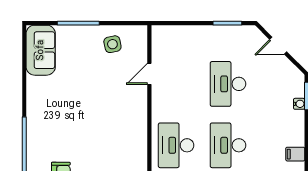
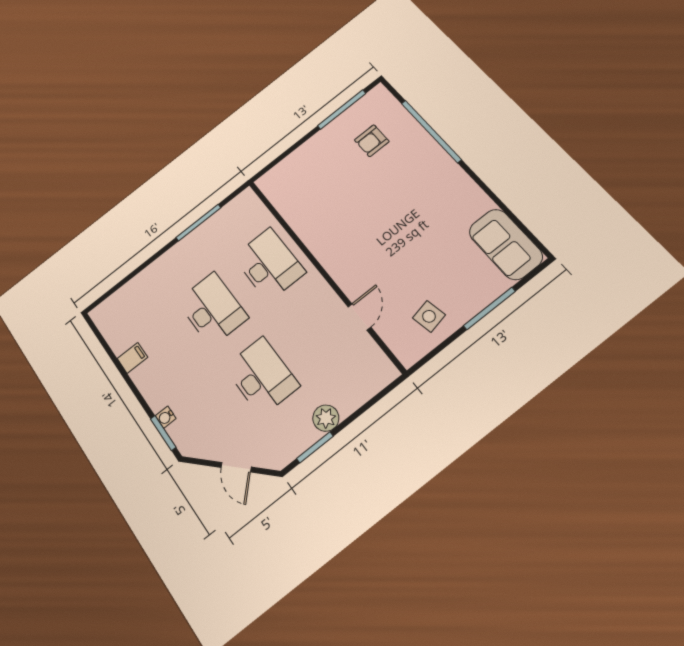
plant: (210, 34) -> (326, 418), added
door: (278, 46) -> (236, 467), swing flipped

